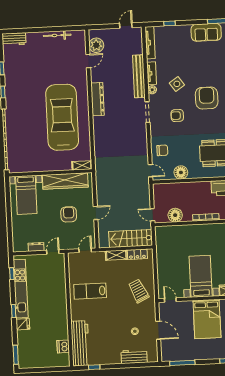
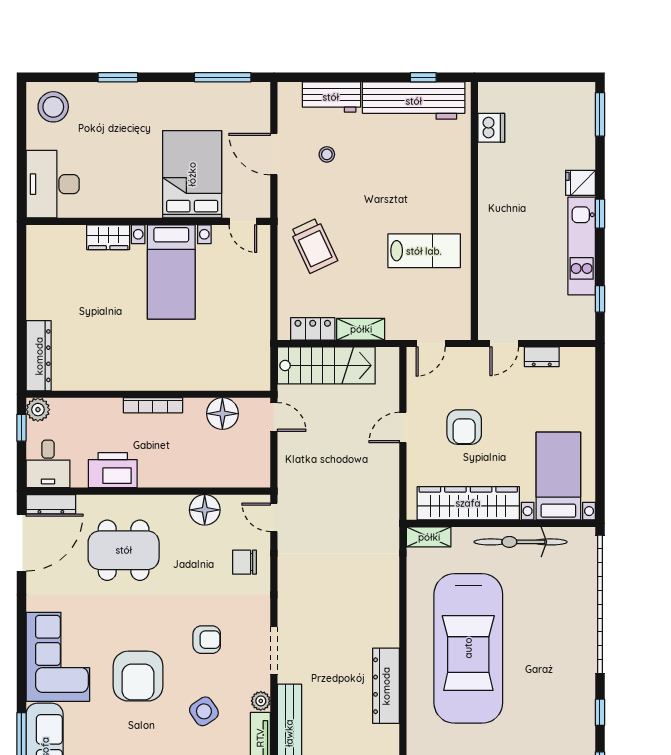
bicycle: (41, 165) -> (521, 542), added
kitchen unit: (21, 289) -> (582, 246), width x0.73
bed: (207, 319) -> (192, 174), moved
workbench: (80, 343) -> (414, 101), moved, turned -90

